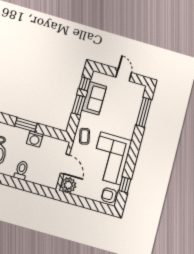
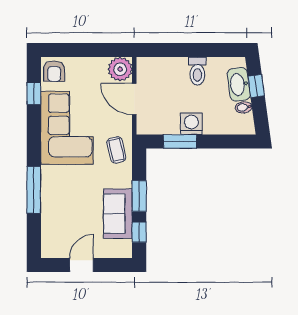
door: (124, 75) -> (82, 265), swing flipped
window: (144, 112) -> (34, 190), moved
window: (26, 125) -> (180, 141), moved
armchair: (109, 195) -> (54, 71), turned 90

